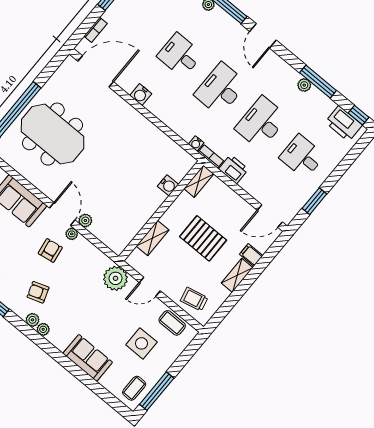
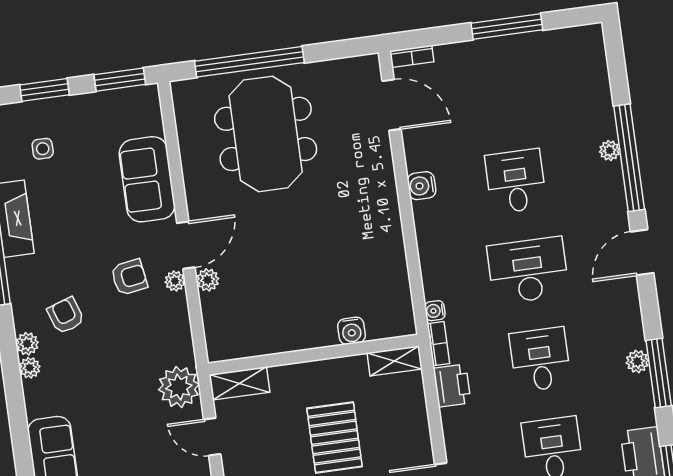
bookcase: (95, 30) -> (412, 56), moved
door: (96, 71) -> (392, 105), width x0.73
desk: (261, 123) -> (540, 360), width x0.73
shelving: (153, 238) -> (239, 383), moved

